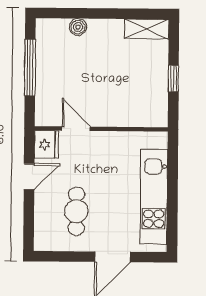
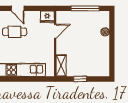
shelving: (147, 29) -> (61, 66), moved
door: (29, 177) -> (18, 8), moved

